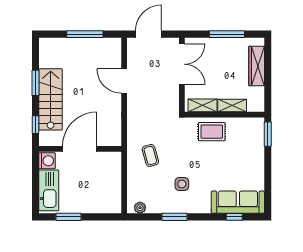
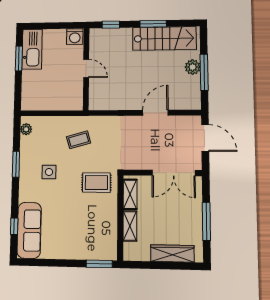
plant: (80, 45) -> (193, 67), added
stairs: (51, 99) -> (164, 38), moved
rug: (212, 132) -> (96, 183), moved, turned 90
door: (80, 149) -> (86, 69), width x0.53
kitchen sink: (49, 190) -> (32, 49), moved, turned -90

